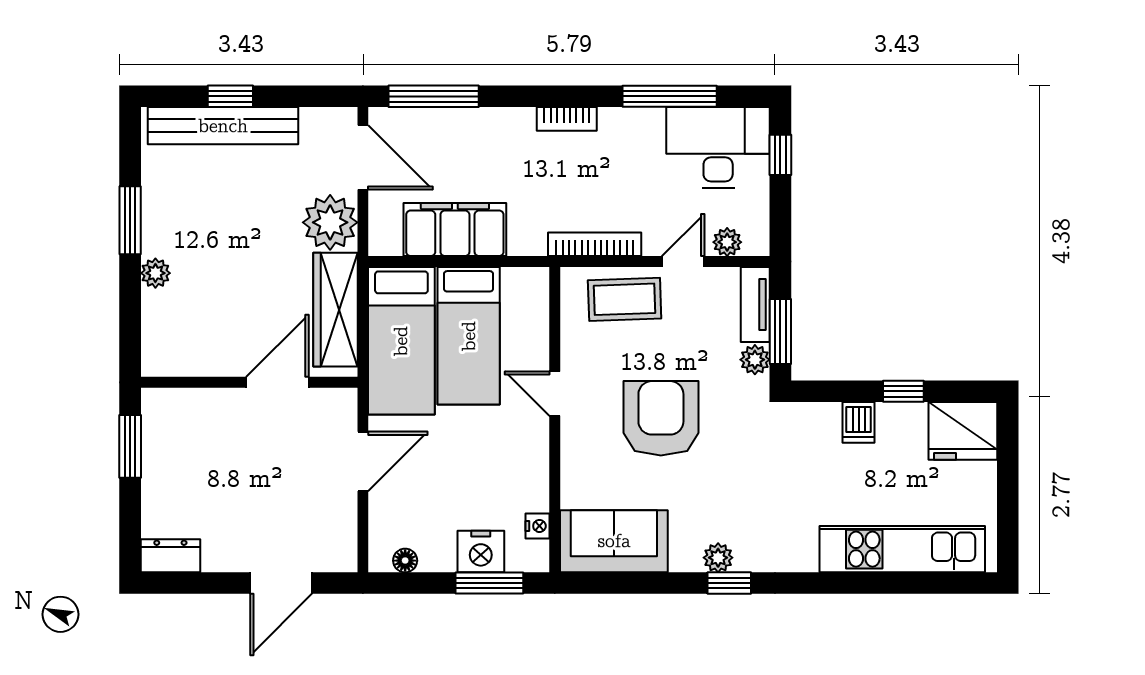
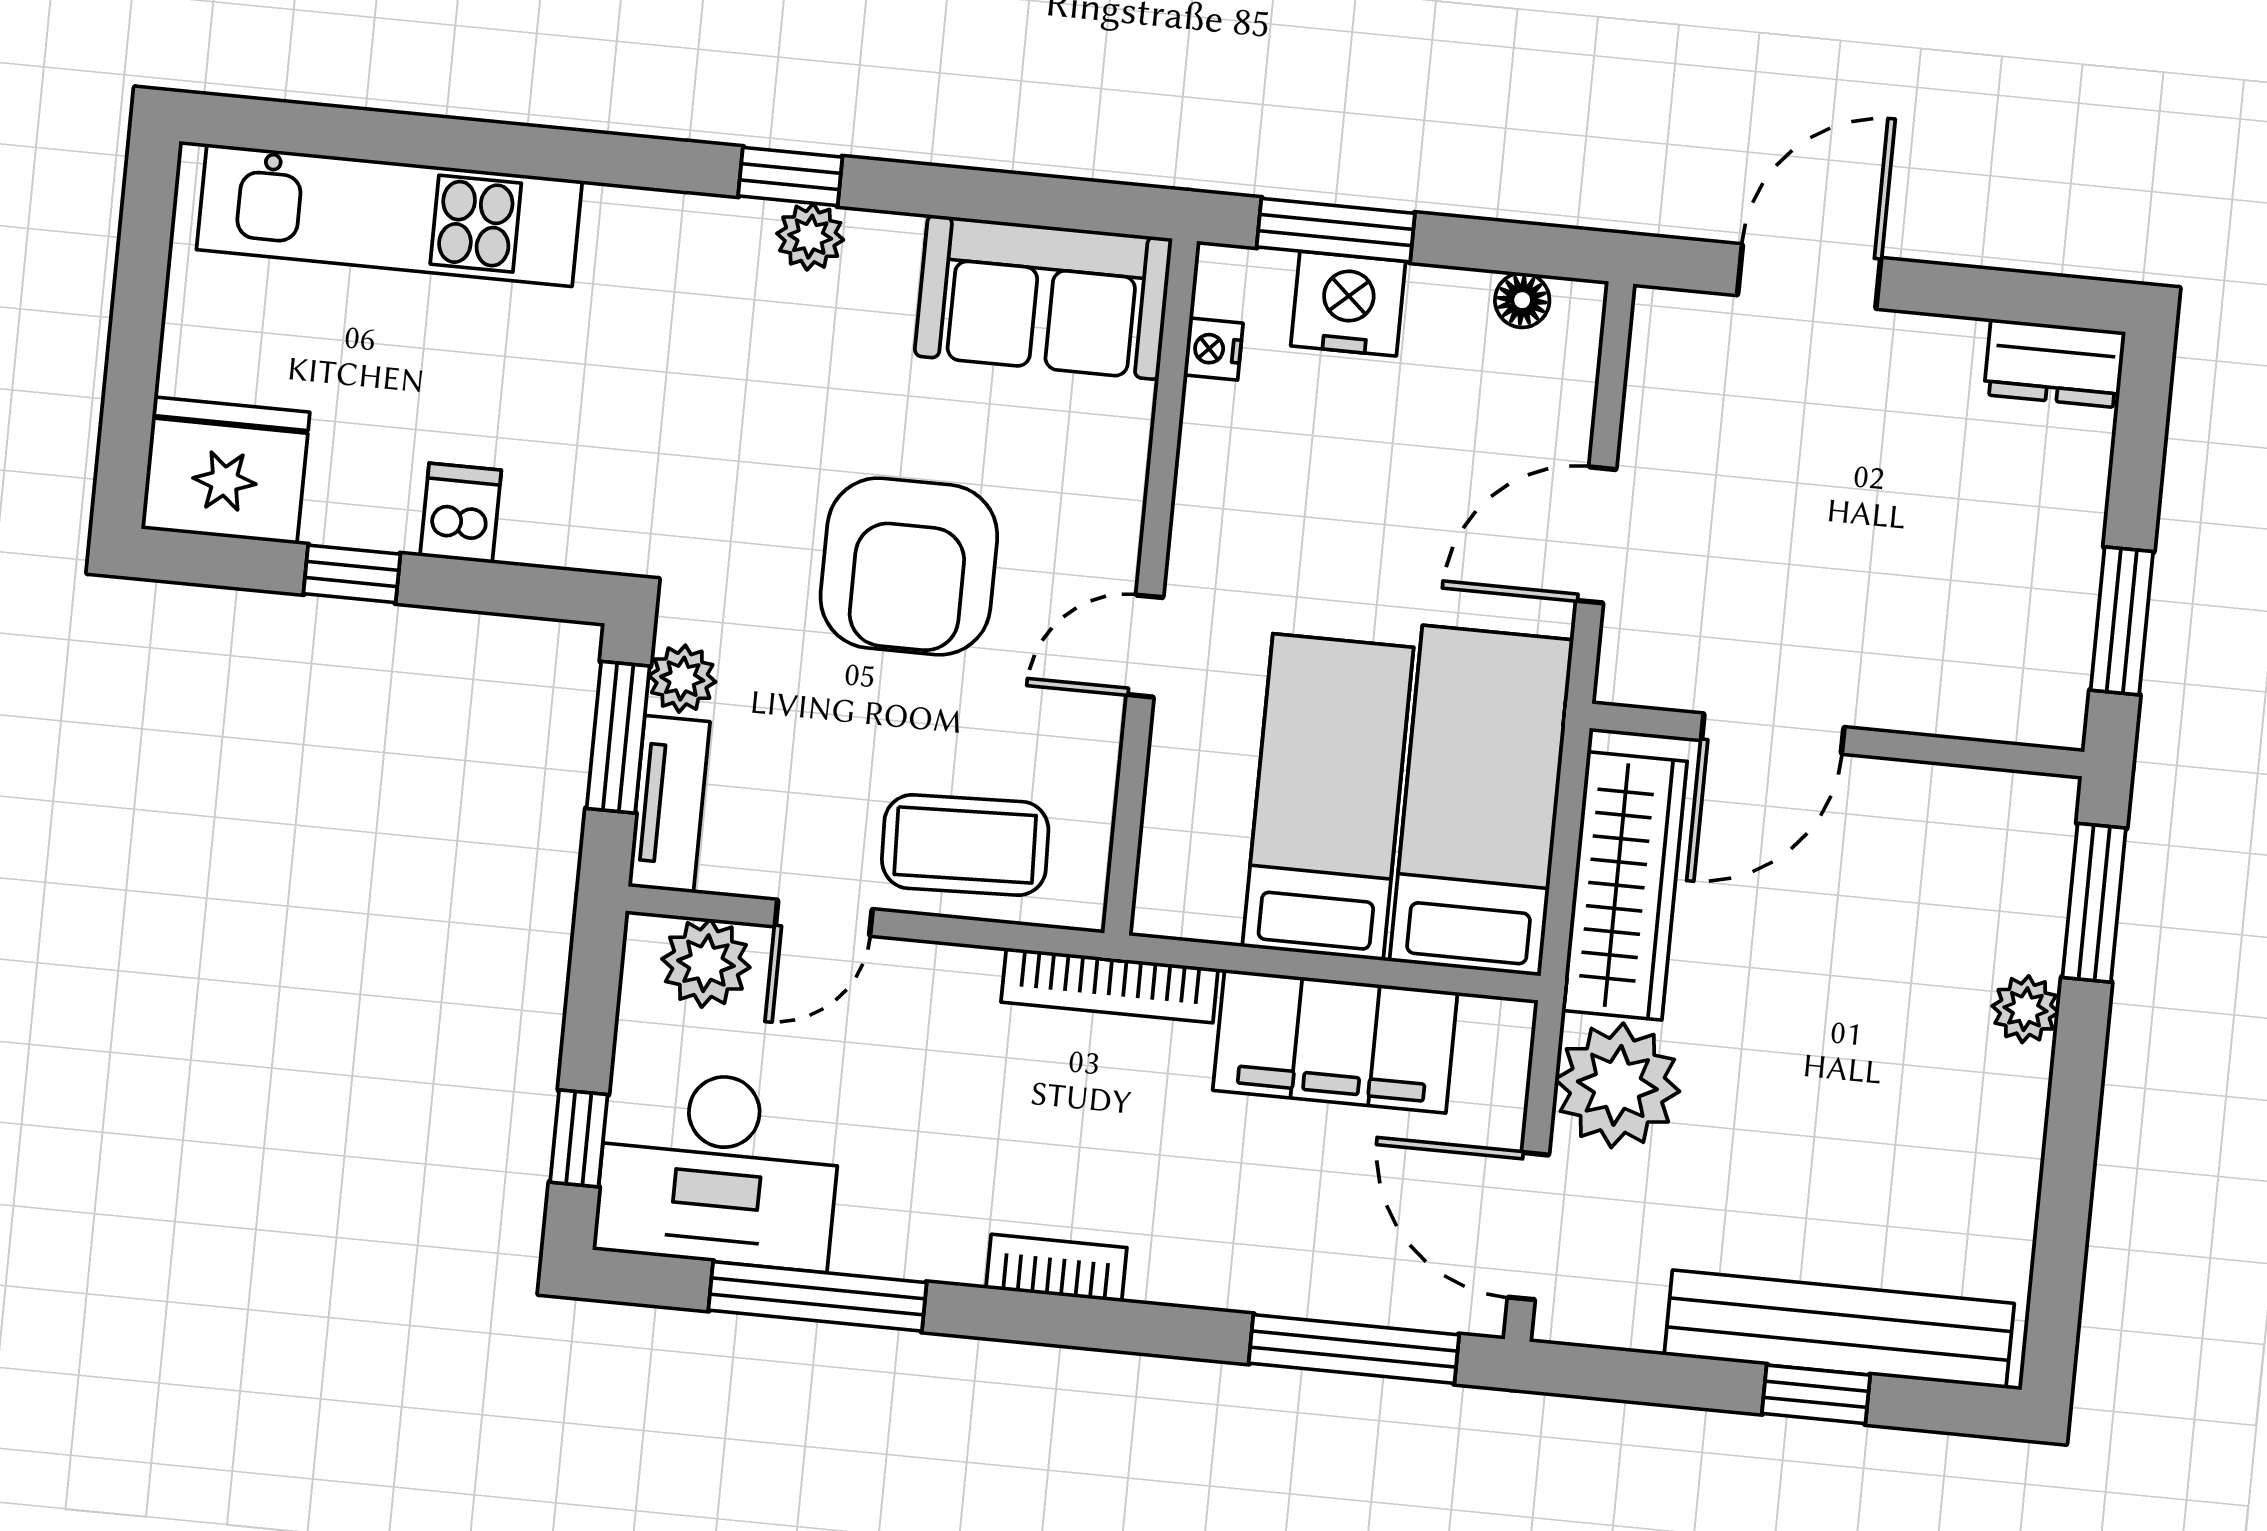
window: (130, 220) -> (2094, 903), moved
plant: (727, 242) -> (706, 963), width x1.38, depth x1.38
bookcase: (595, 244) -> (1110, 985), moved
door: (555, 394) -> (1145, 646), swing flipped

